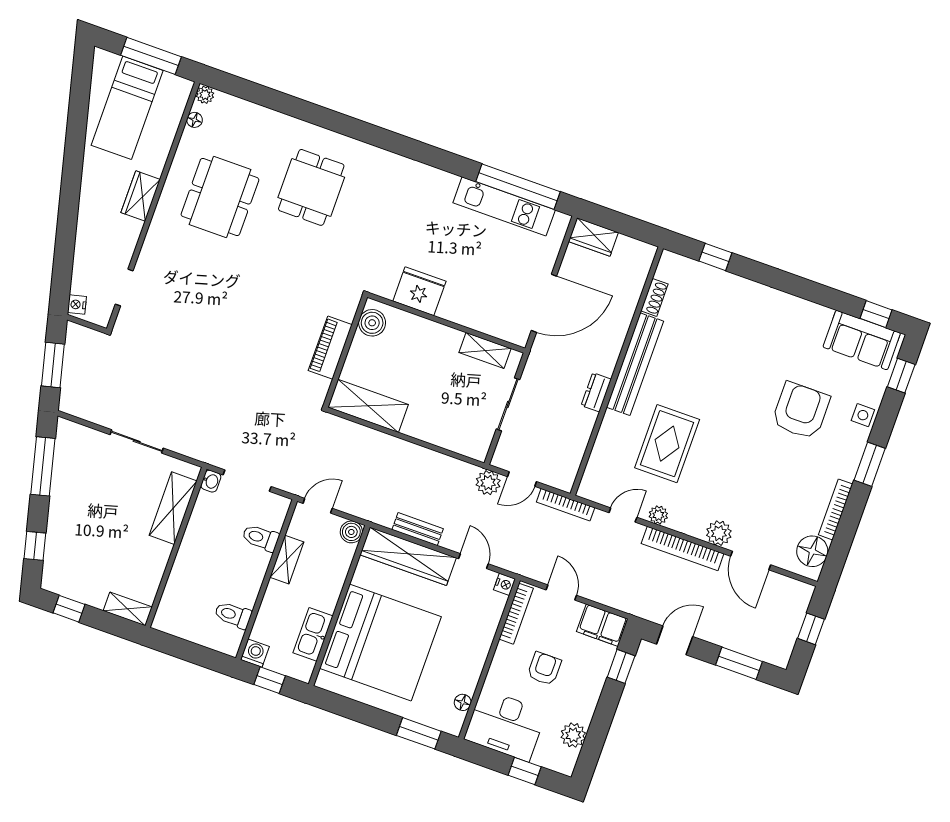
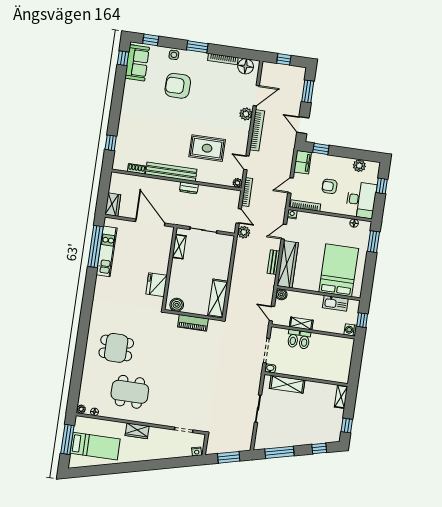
plant: (658, 515) -> (237, 183), moved
toilet: (233, 615) -> (304, 340), moved
bed: (380, 643) -> (339, 270), width x0.73

